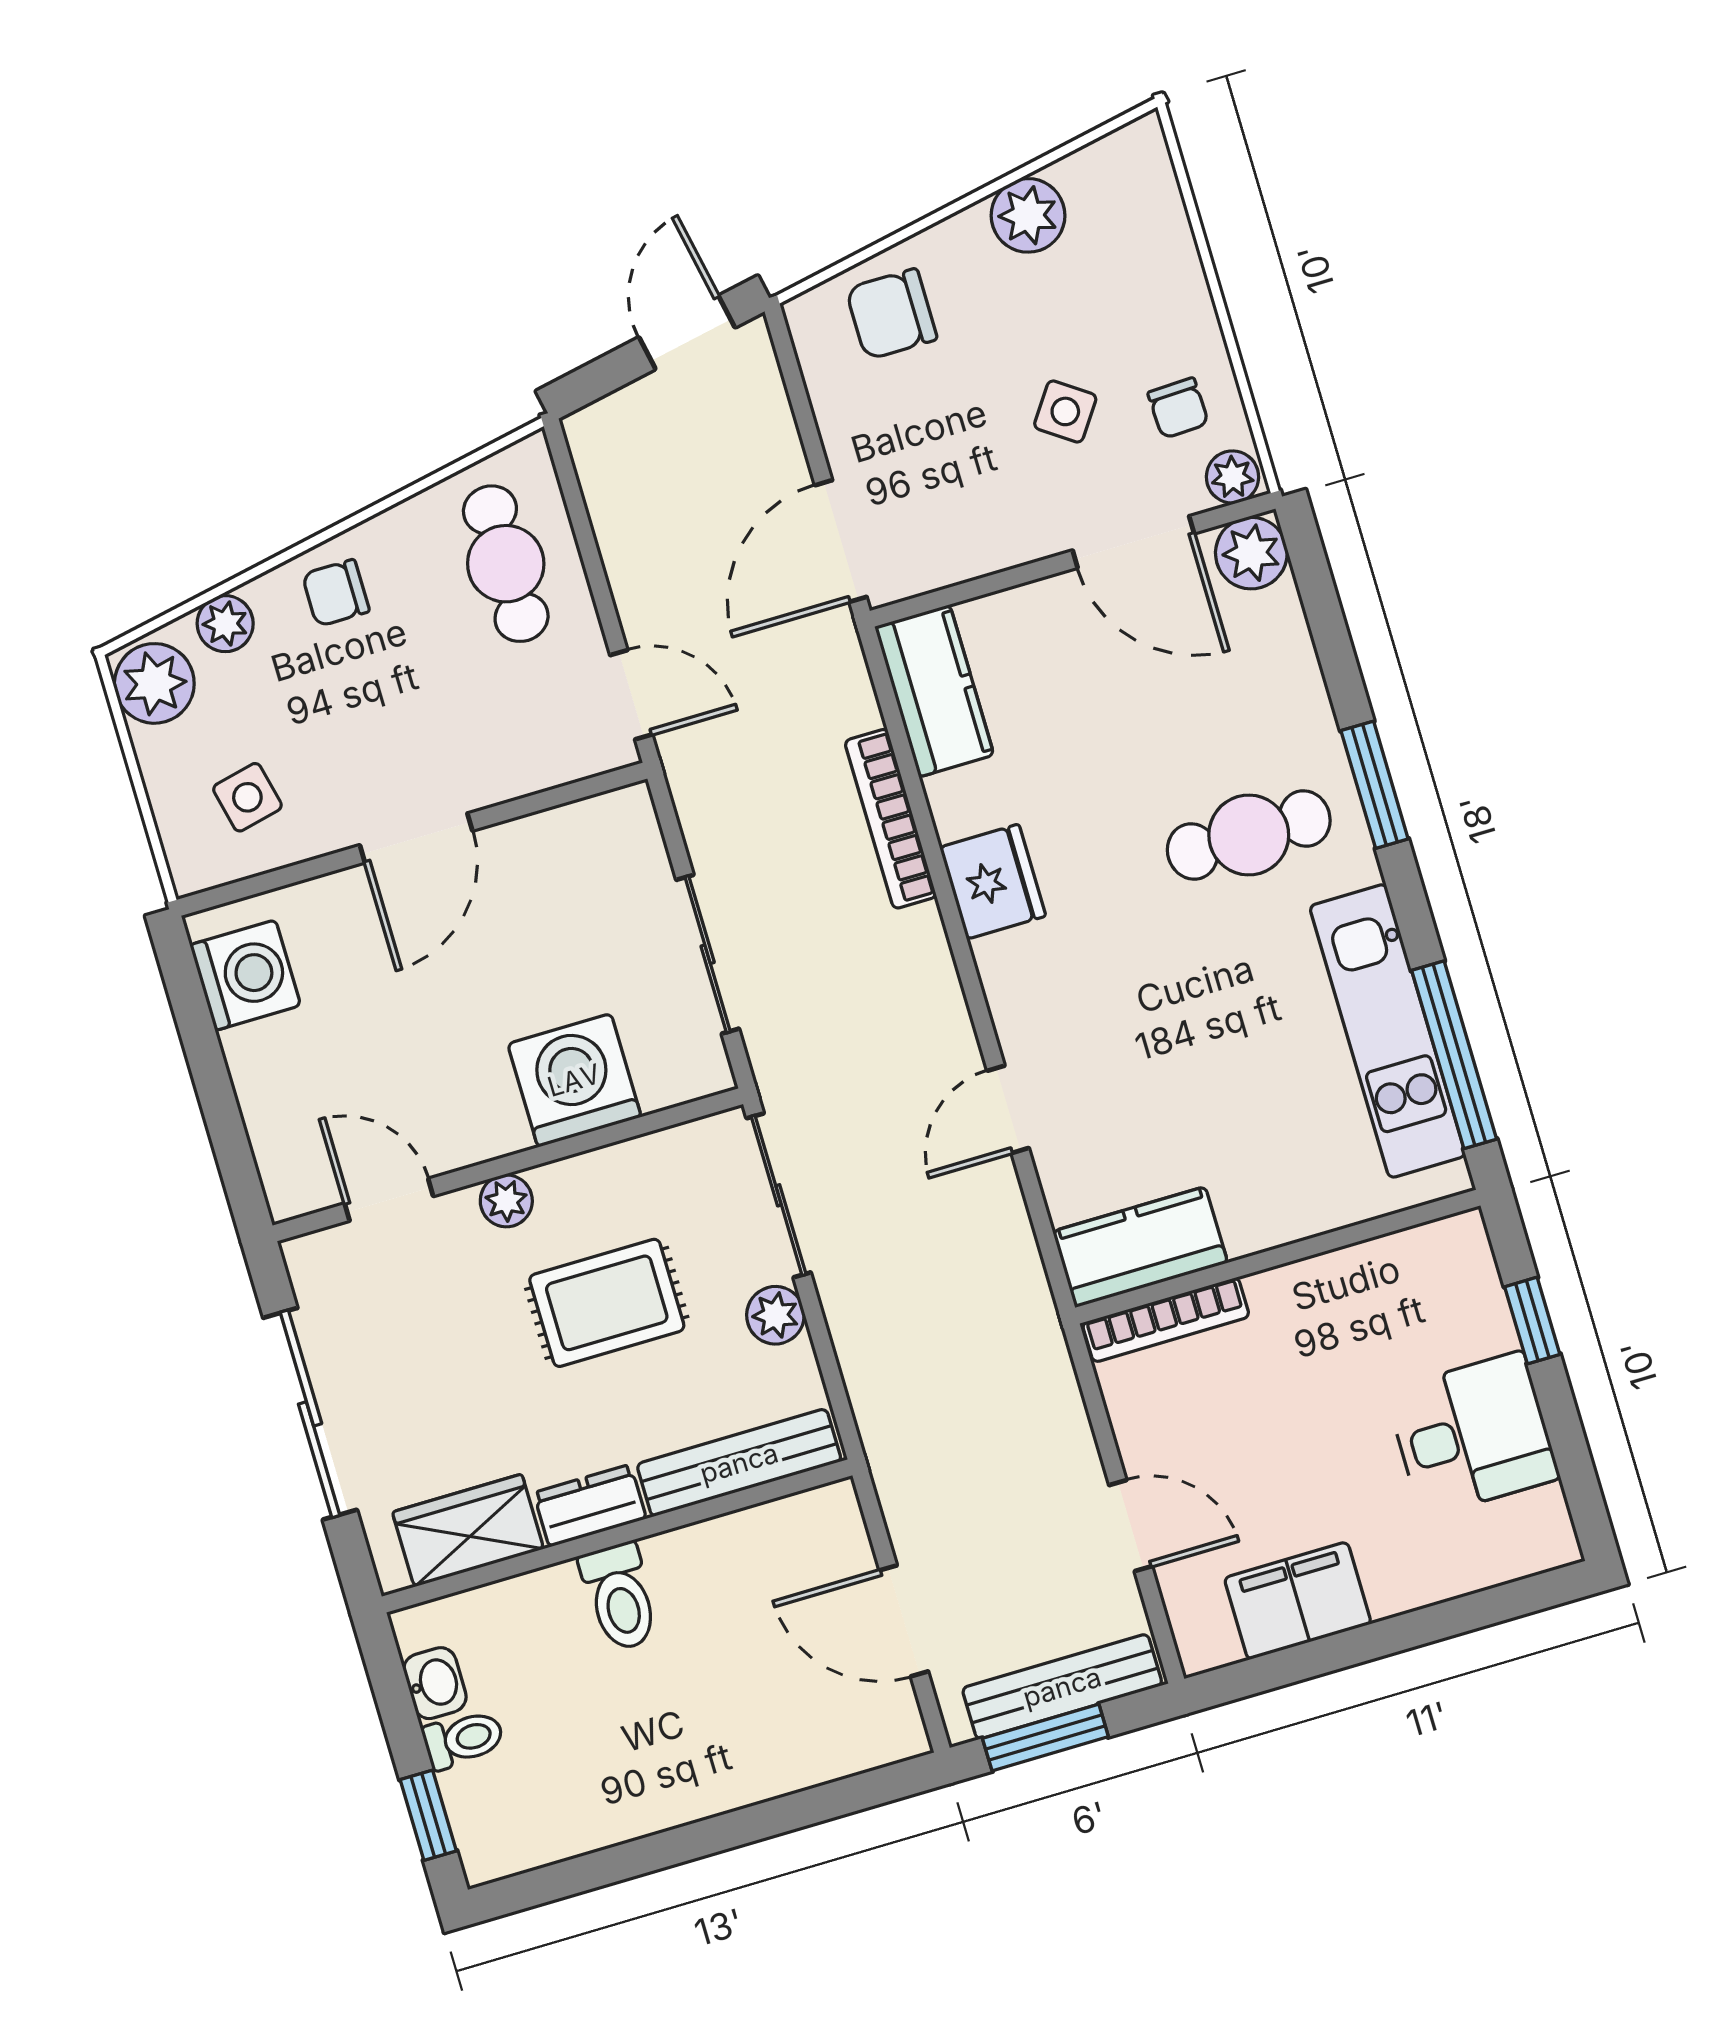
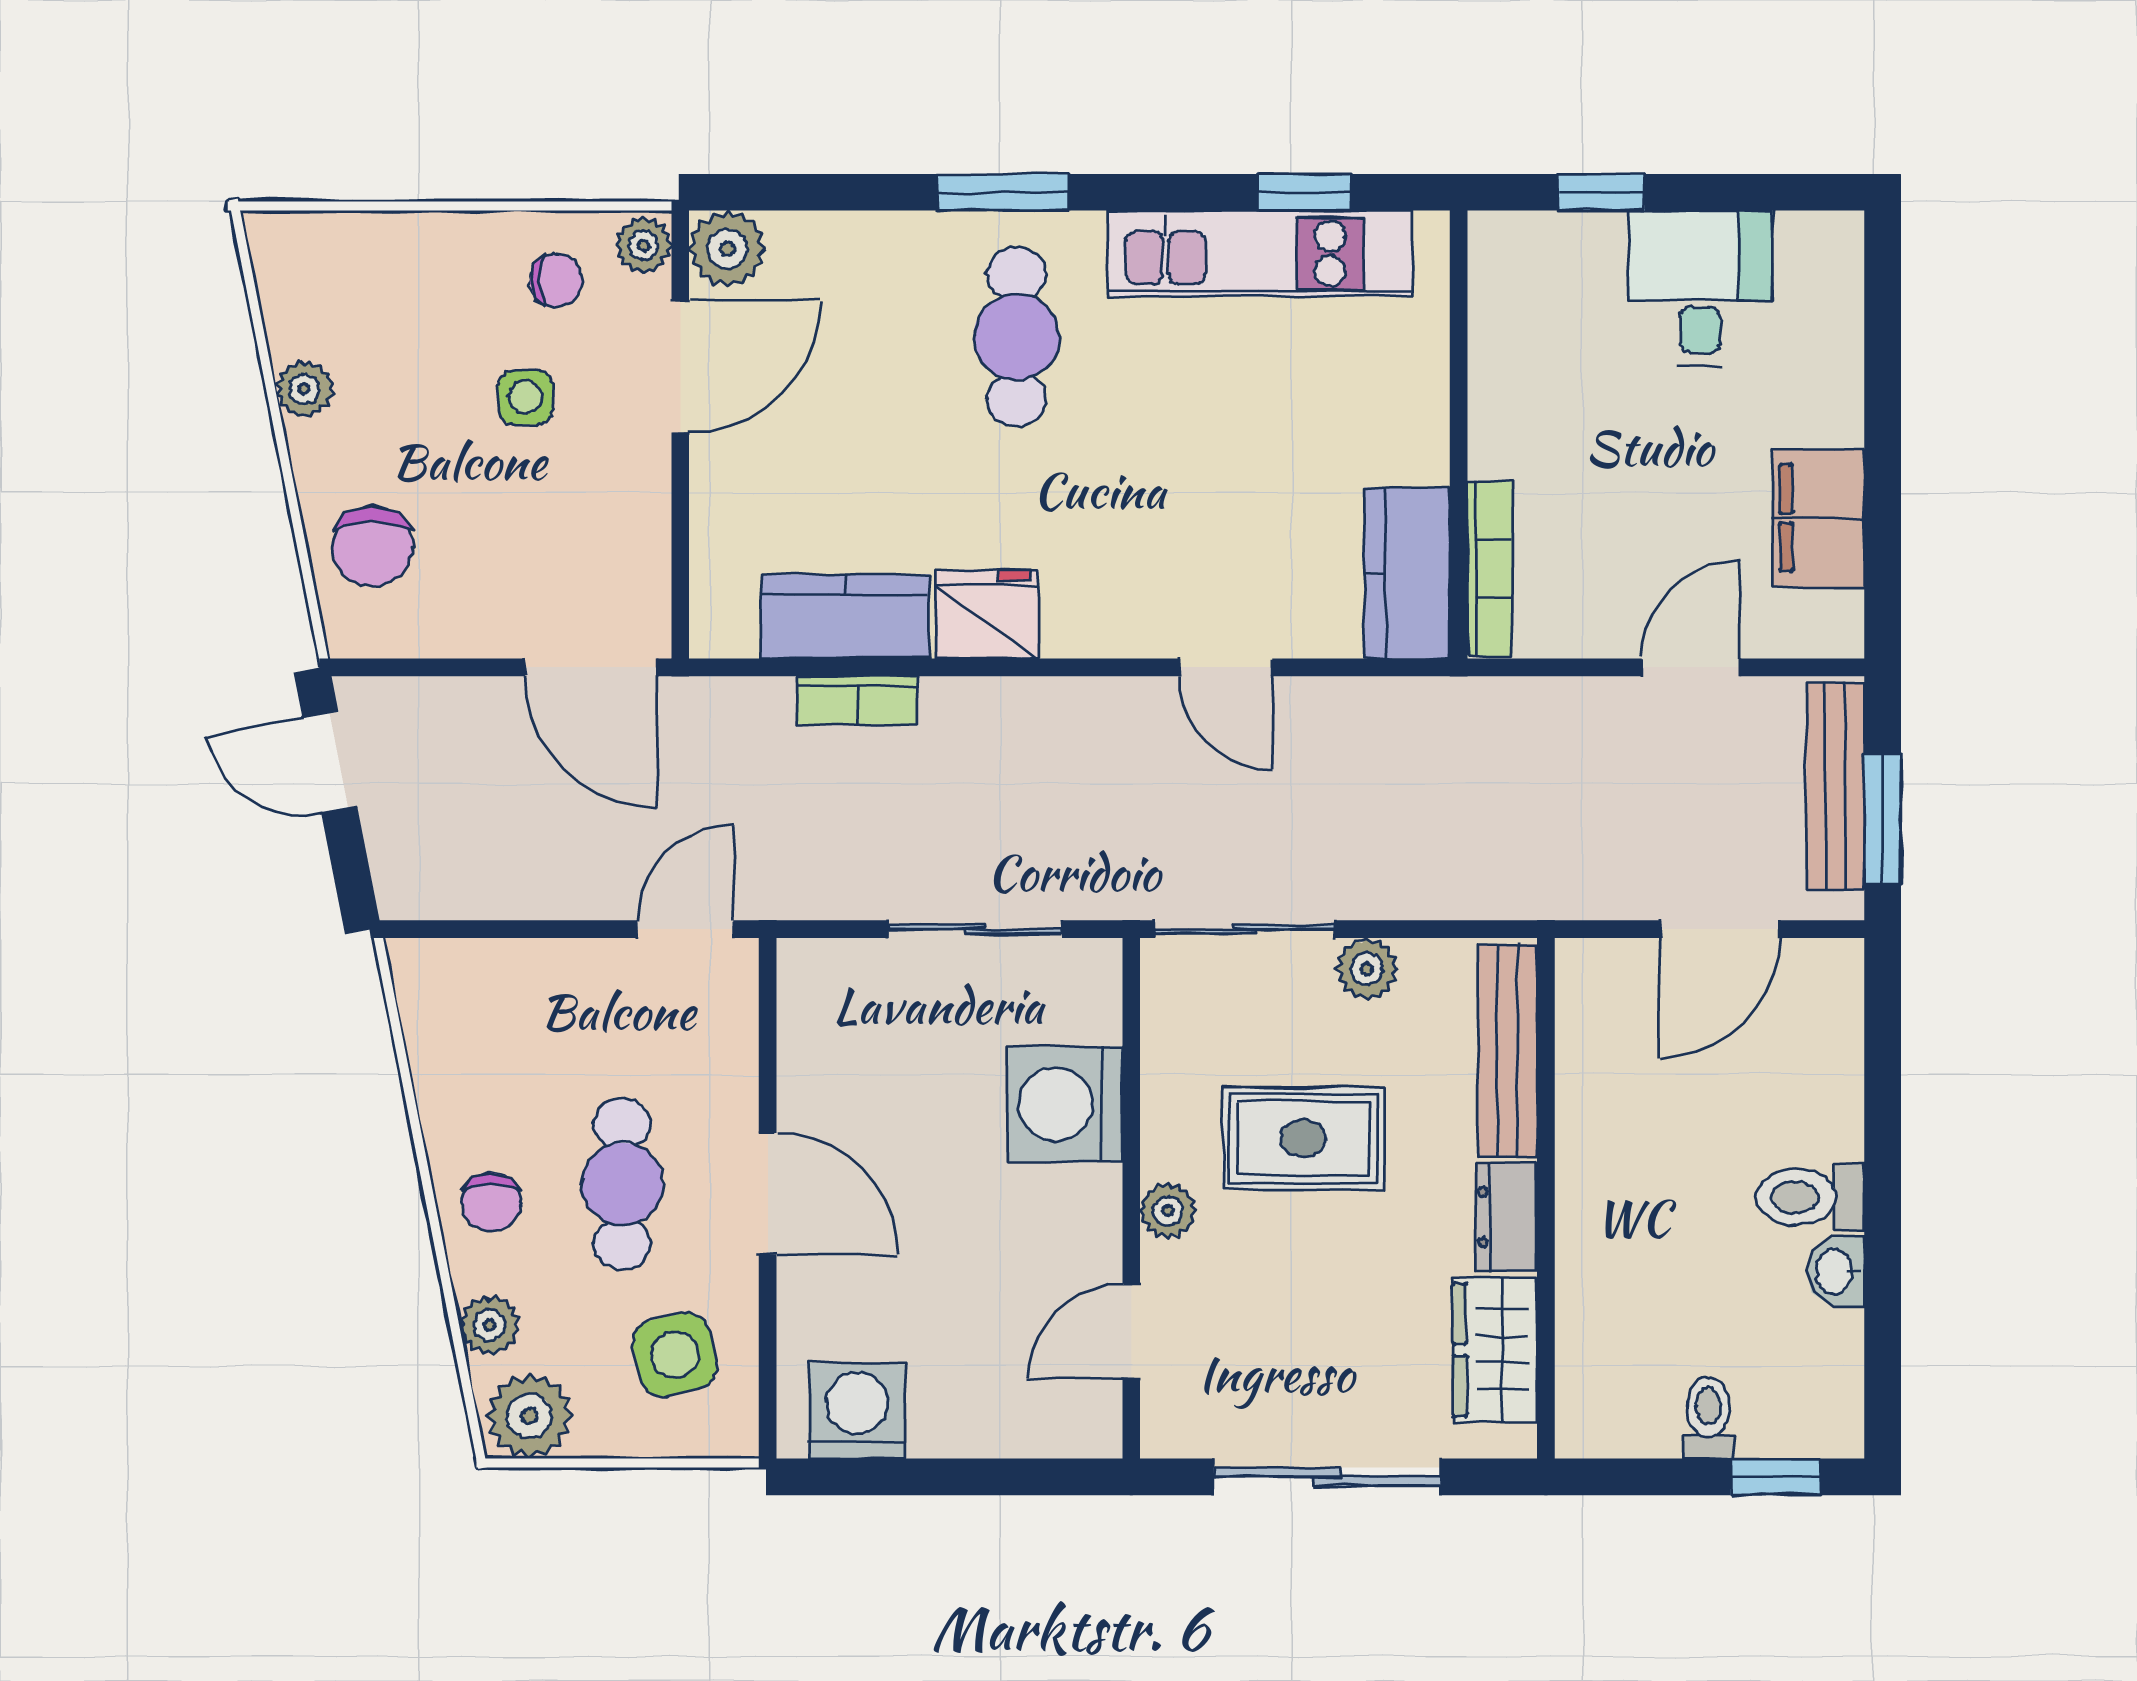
plant: (1028, 215) -> (304, 389), width x0.73, depth x0.73
side table: (1065, 411) -> (526, 397), turned -35
cafe table: (506, 564) -> (622, 1184), moved, turned 90
kitchen counter: (934, 691) -> (845, 616), moved
side table: (247, 797) -> (675, 1355), width x1.37, depth x1.37
bookcase: (891, 819) -> (857, 700), width x0.64
window: (1454, 1055) -> (1304, 192), width x0.46
rug: (607, 1303) -> (1303, 1138), turned 90
toilet: (620, 1597) -> (1810, 1197), moved, turned 180
washbasin: (435, 1683) -> (1836, 1271), moved, turned -90

